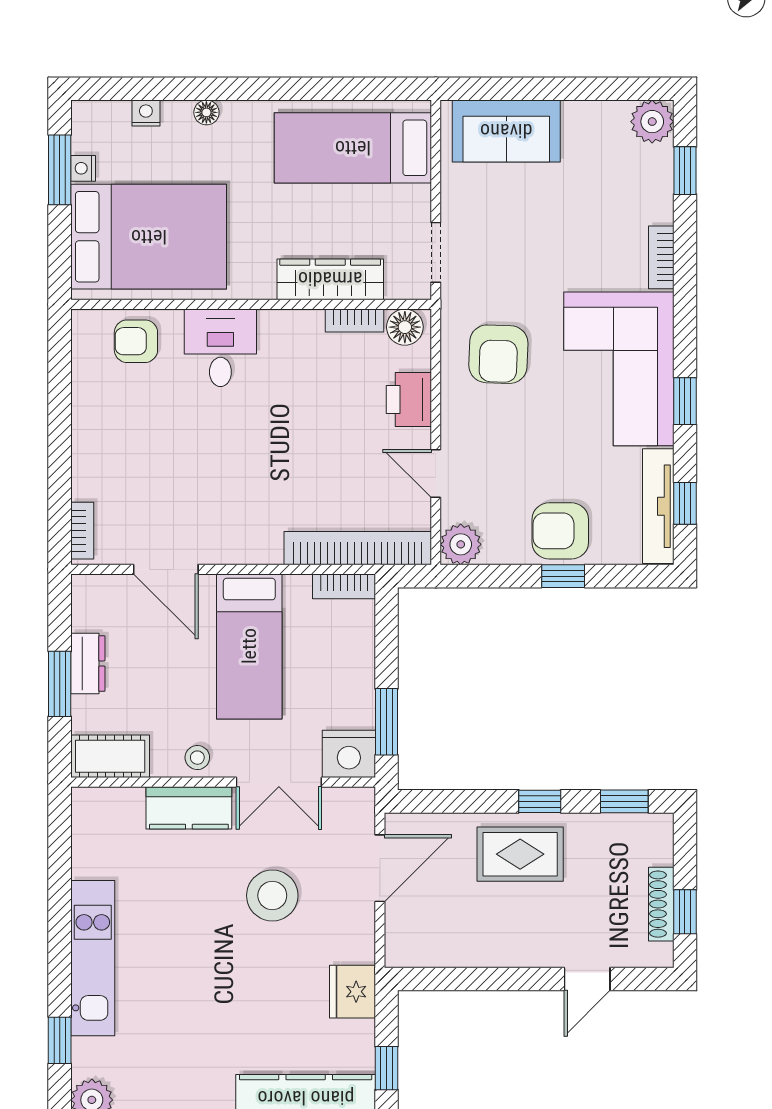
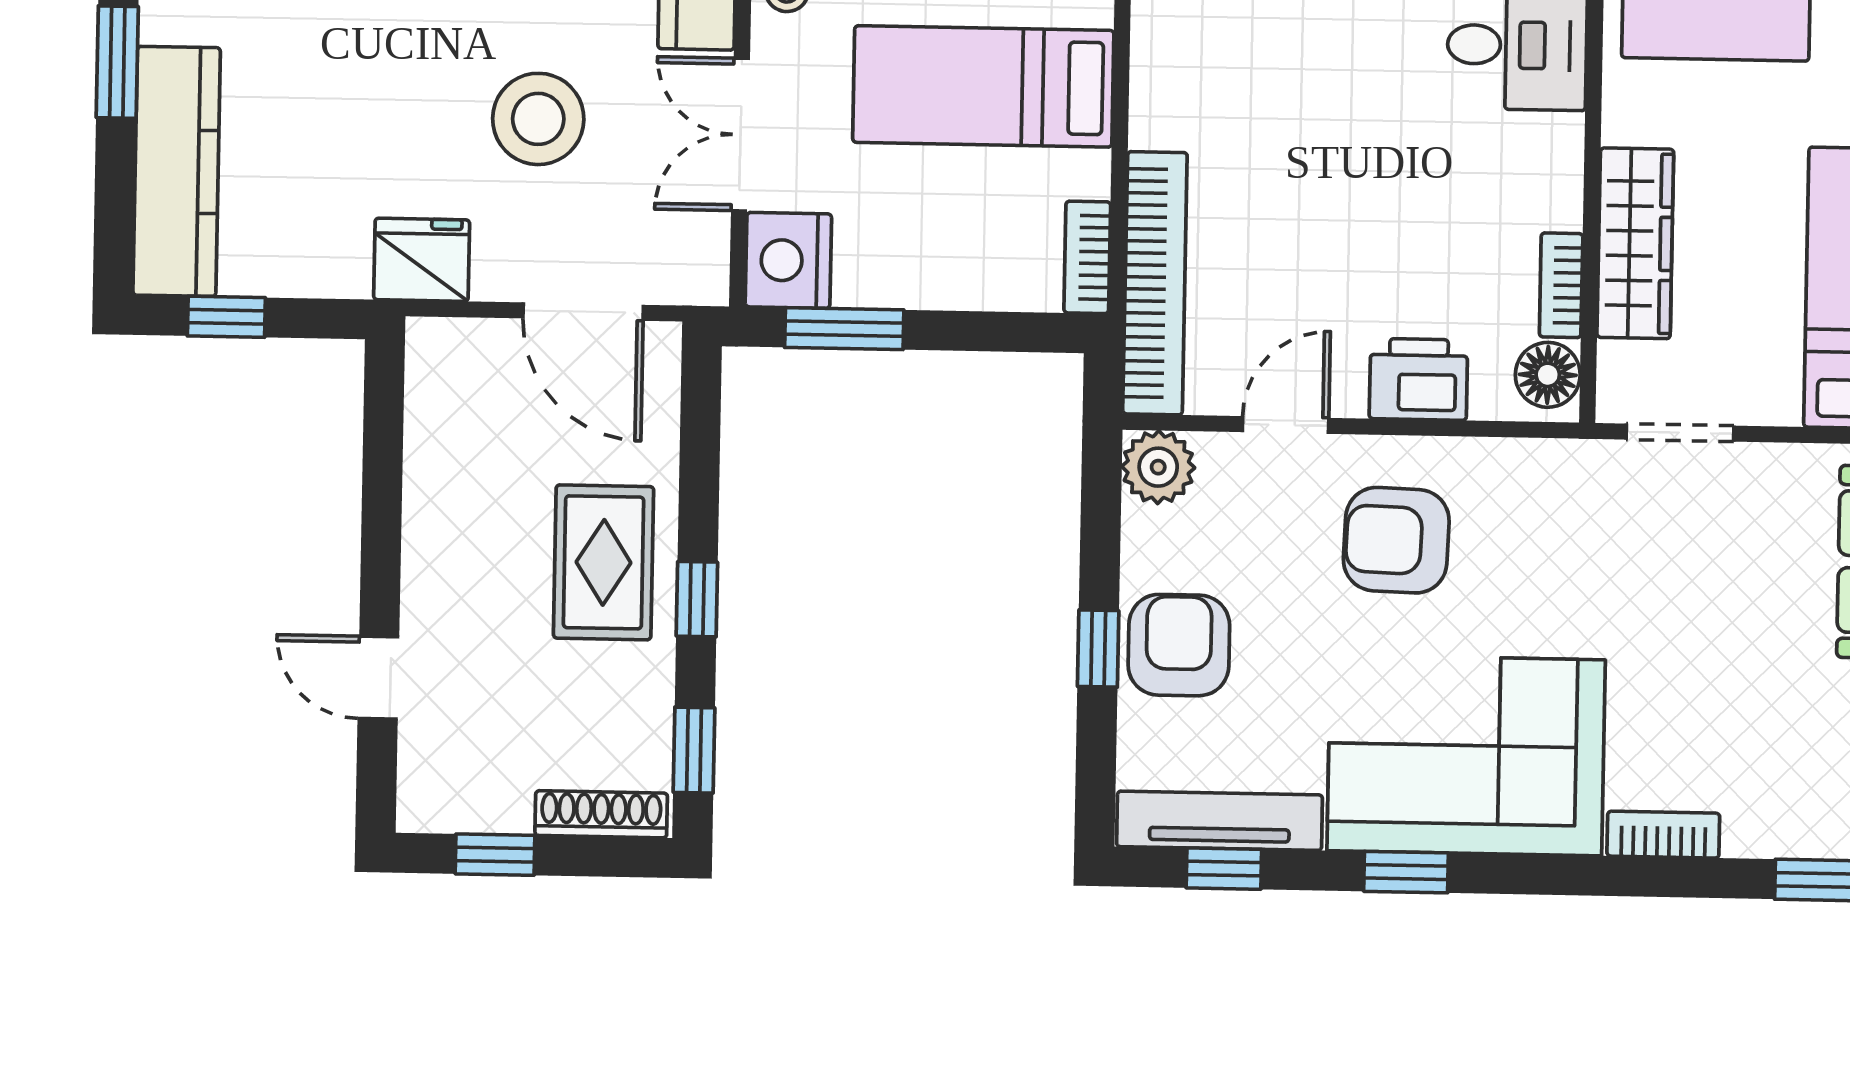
armchair: (498, 354) -> (1396, 540), moved
shoe rack: (661, 904) -> (601, 814), moved
fridge: (352, 992) -> (422, 260), moved

